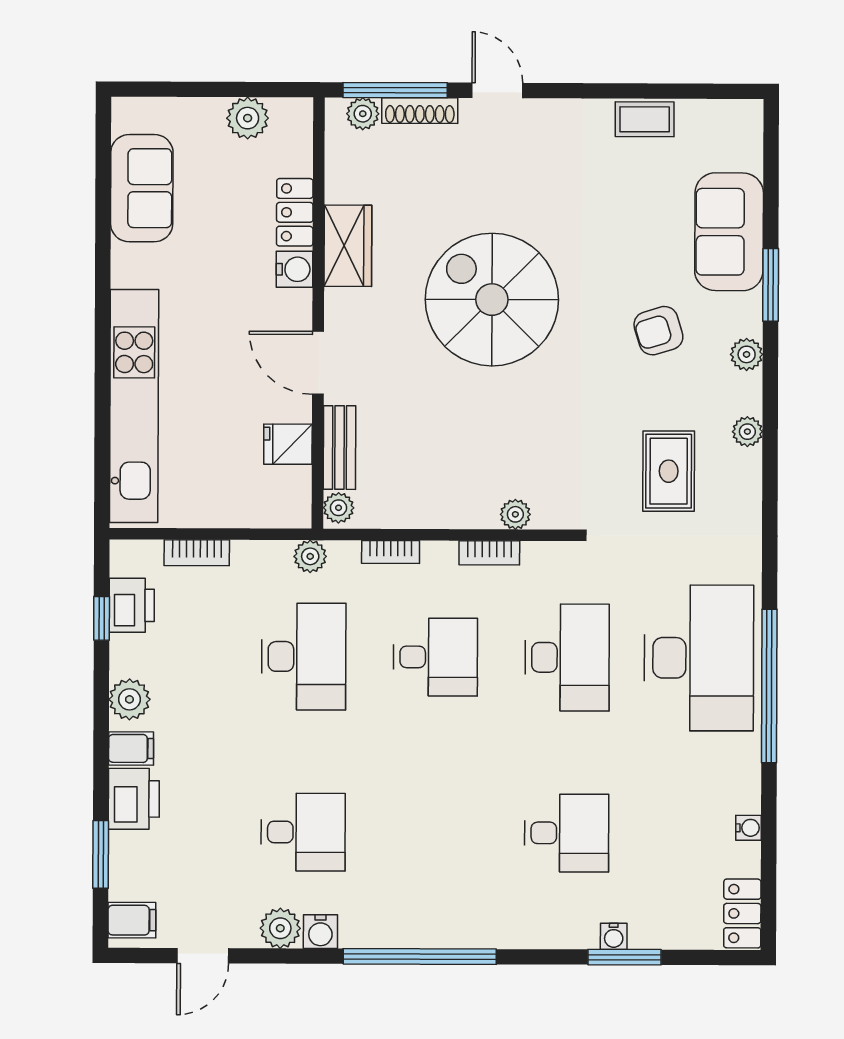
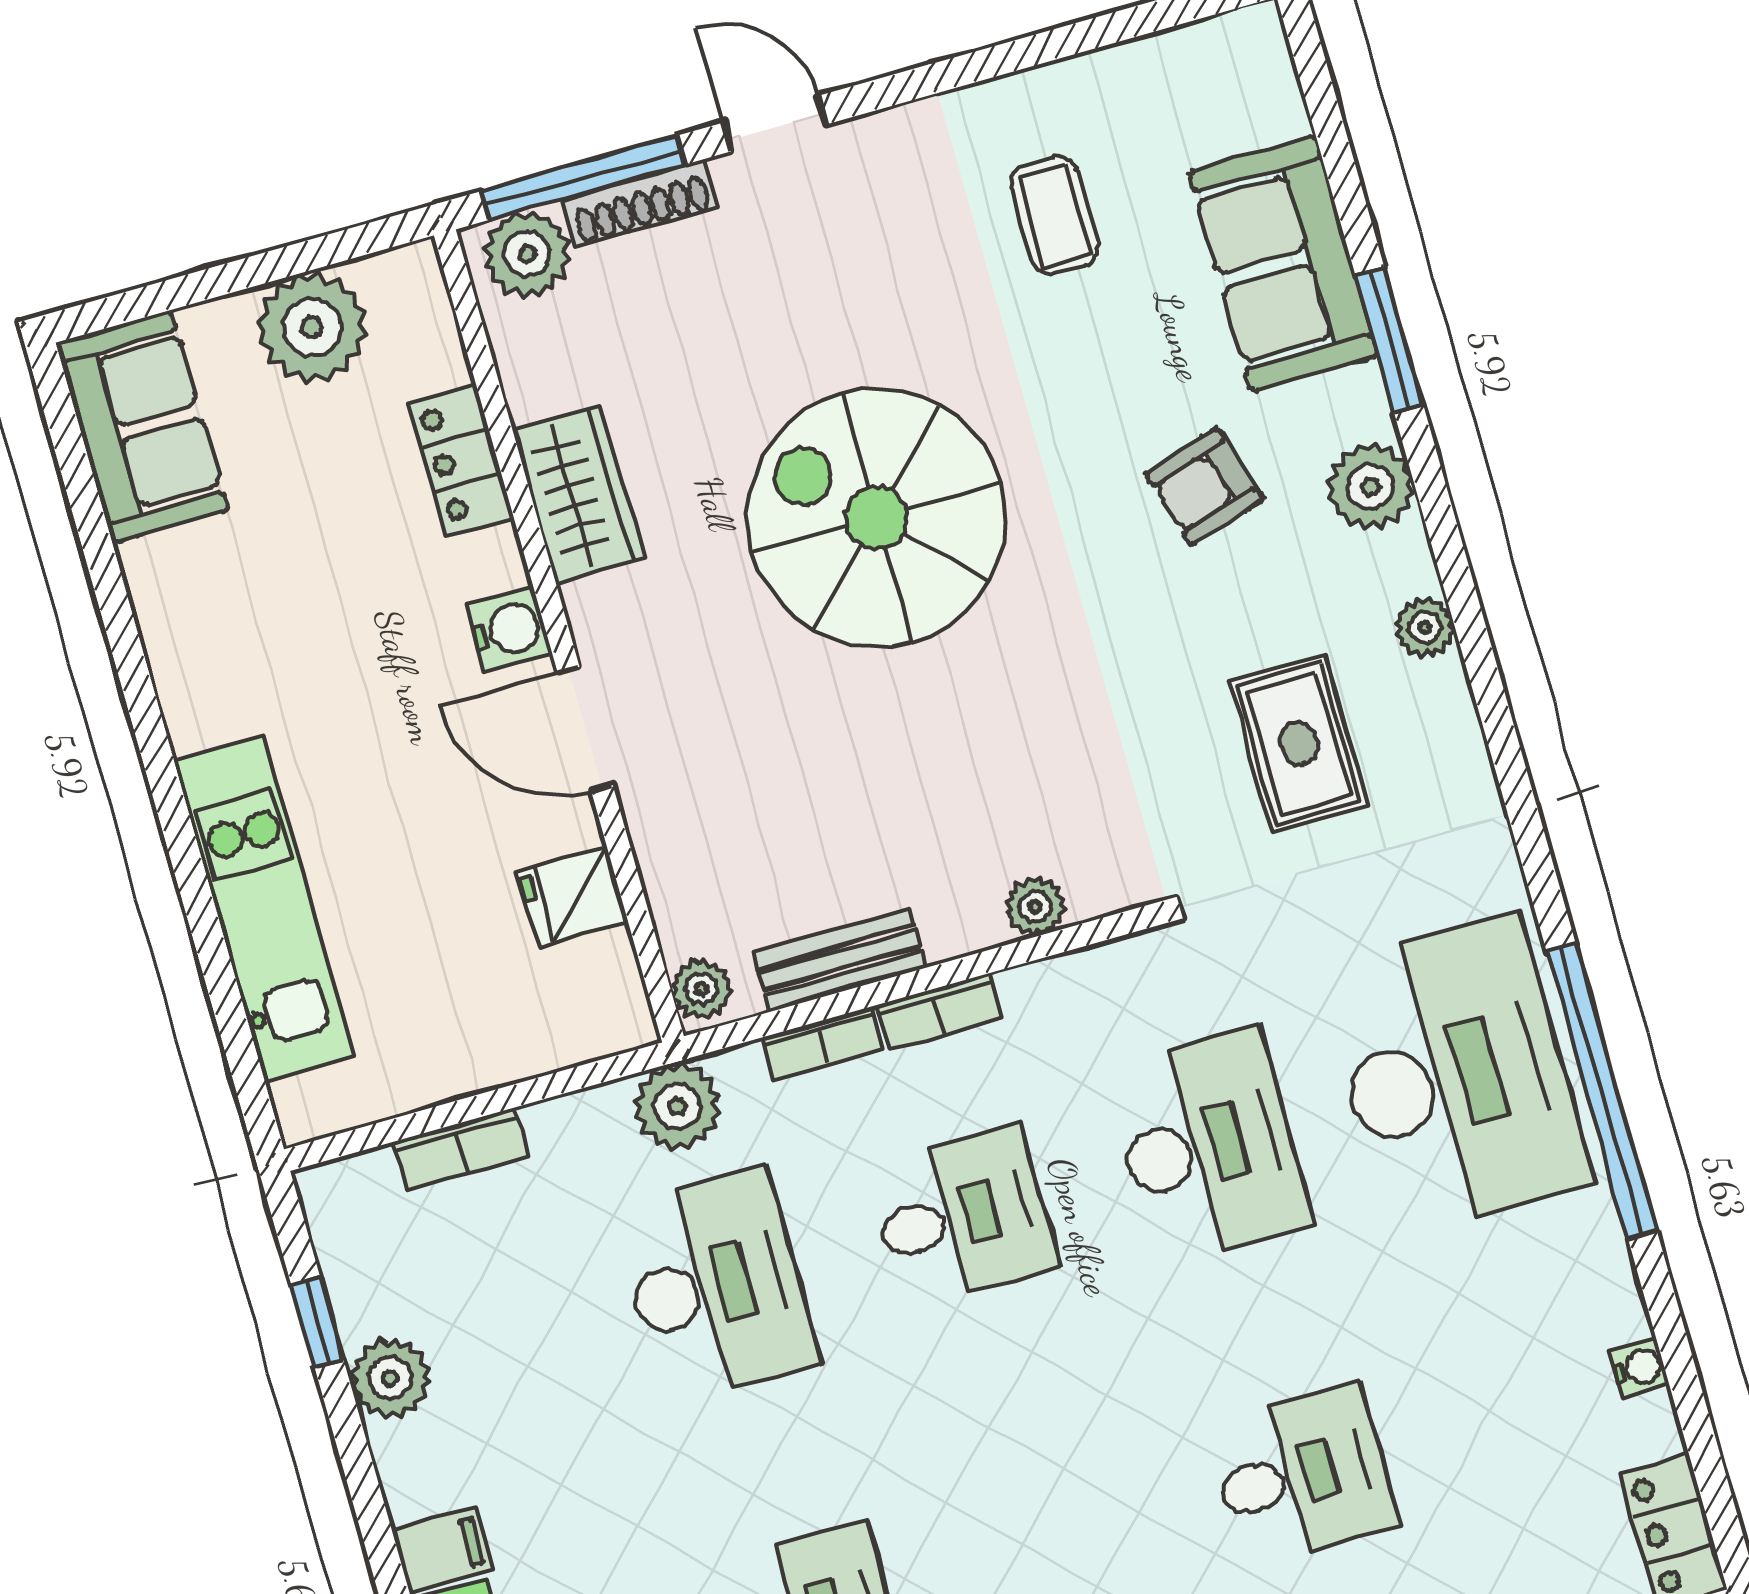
plant: (363, 114) -> (527, 254), width x1.38, depth x1.38
plant: (248, 118) -> (312, 327), width x1.36, depth x1.36
coffee table: (645, 119) -> (1054, 216), moved, turned 90
sofa: (142, 188) -> (142, 427), moved
water cooler: (295, 269) -> (509, 630), moved
plant: (747, 354) -> (1371, 487), width x1.38, depth x1.38
kitchen unit: (134, 406) -> (264, 908), width x0.73
bench: (339, 448) -> (840, 960), moved, turned 90
bookcase: (489, 553) -> (939, 1012), moved
plant: (310, 556) -> (677, 1106), width x1.38, depth x1.38
printer: (132, 605) -> (367, 1282), removed
plant: (129, 699) -> (390, 1378), moved

